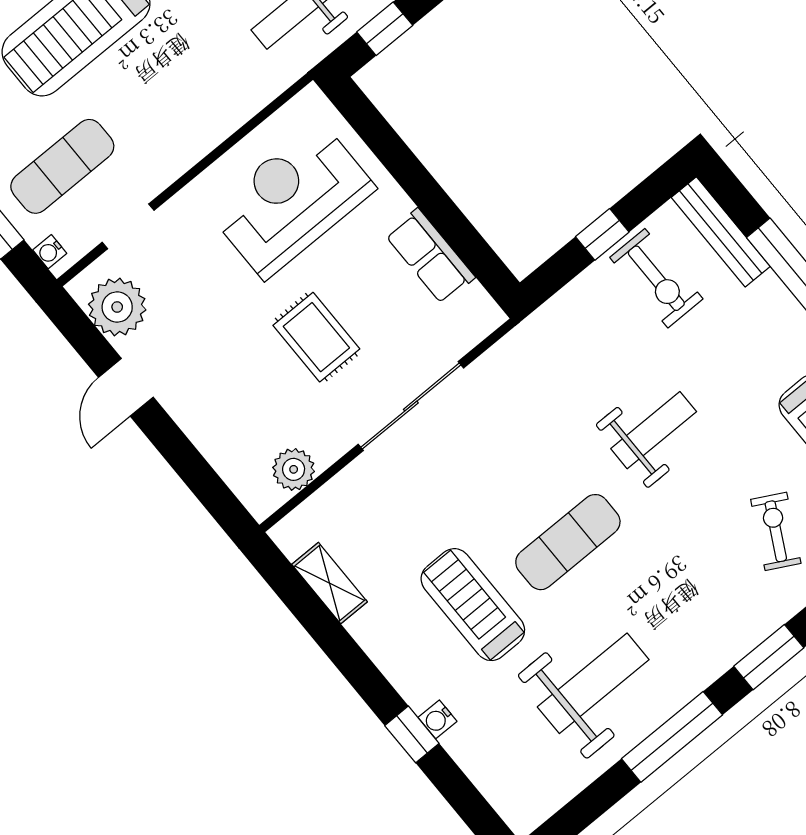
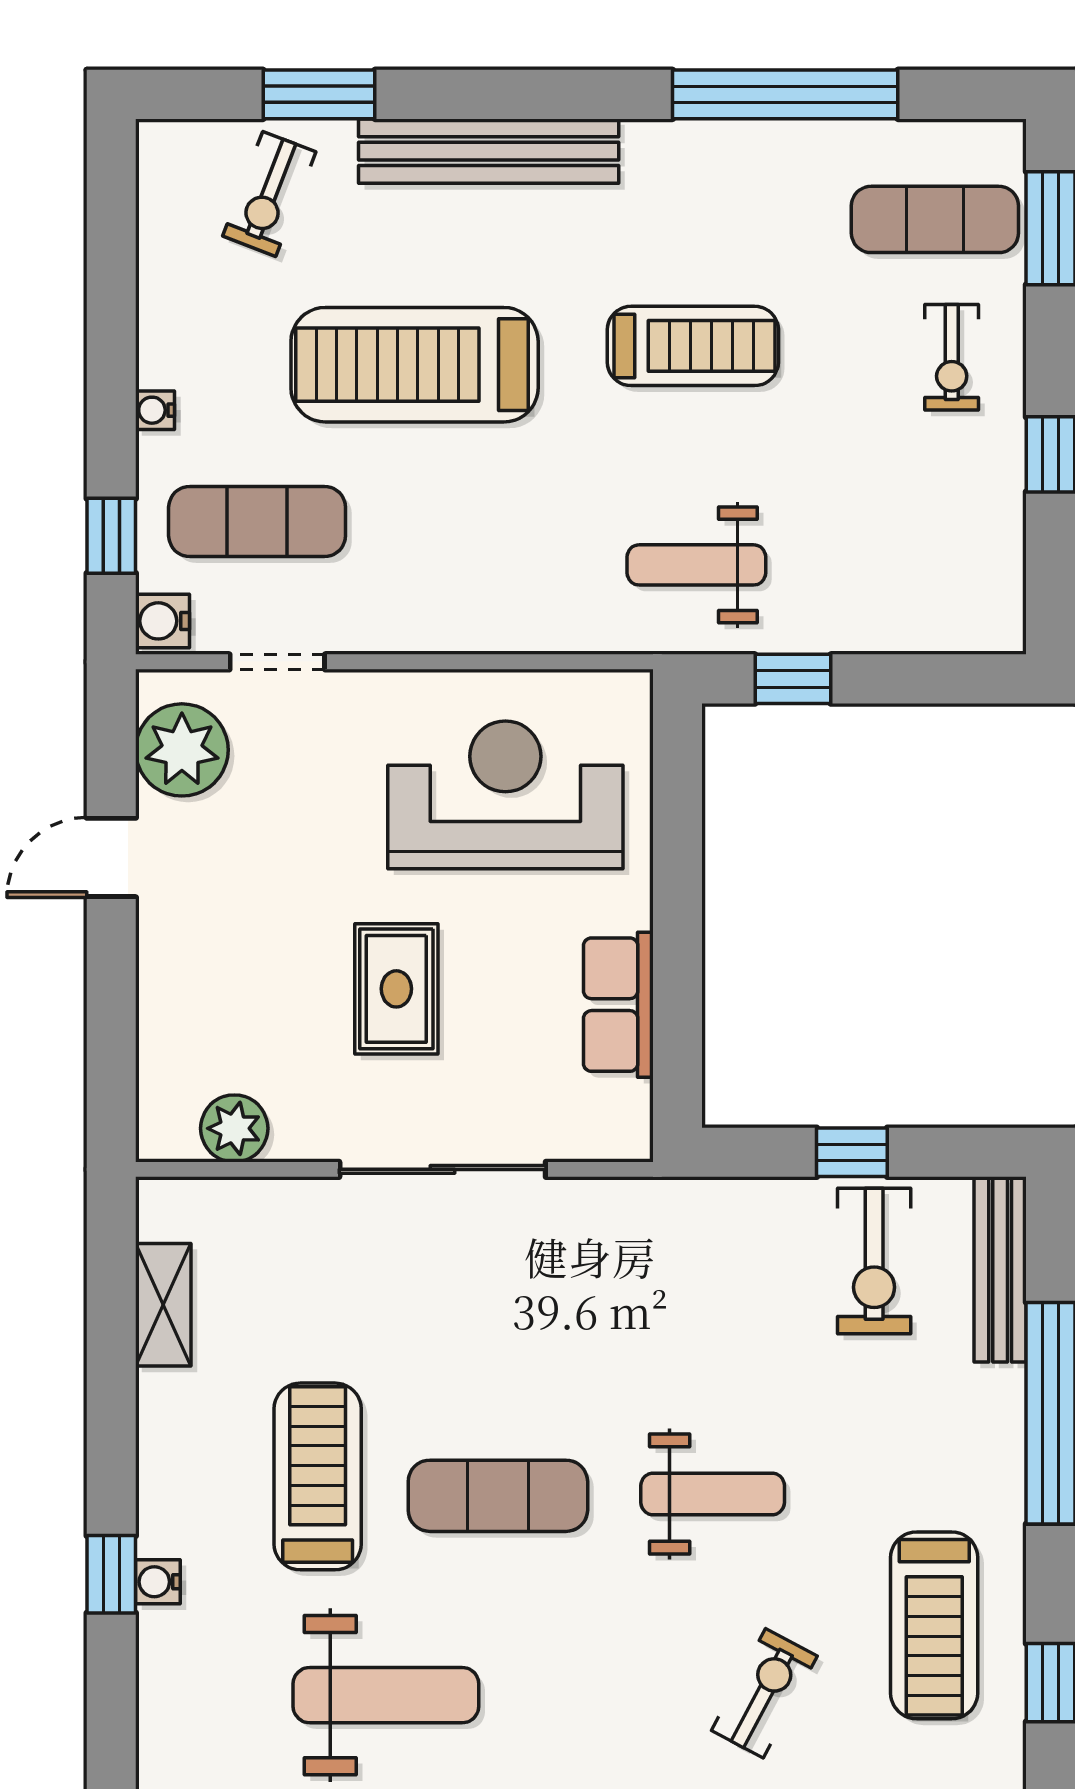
water cooler: (50, 252) -> (163, 621), width x1.38, depth x1.38
weight bench: (654, 430) -> (713, 1494), moved

